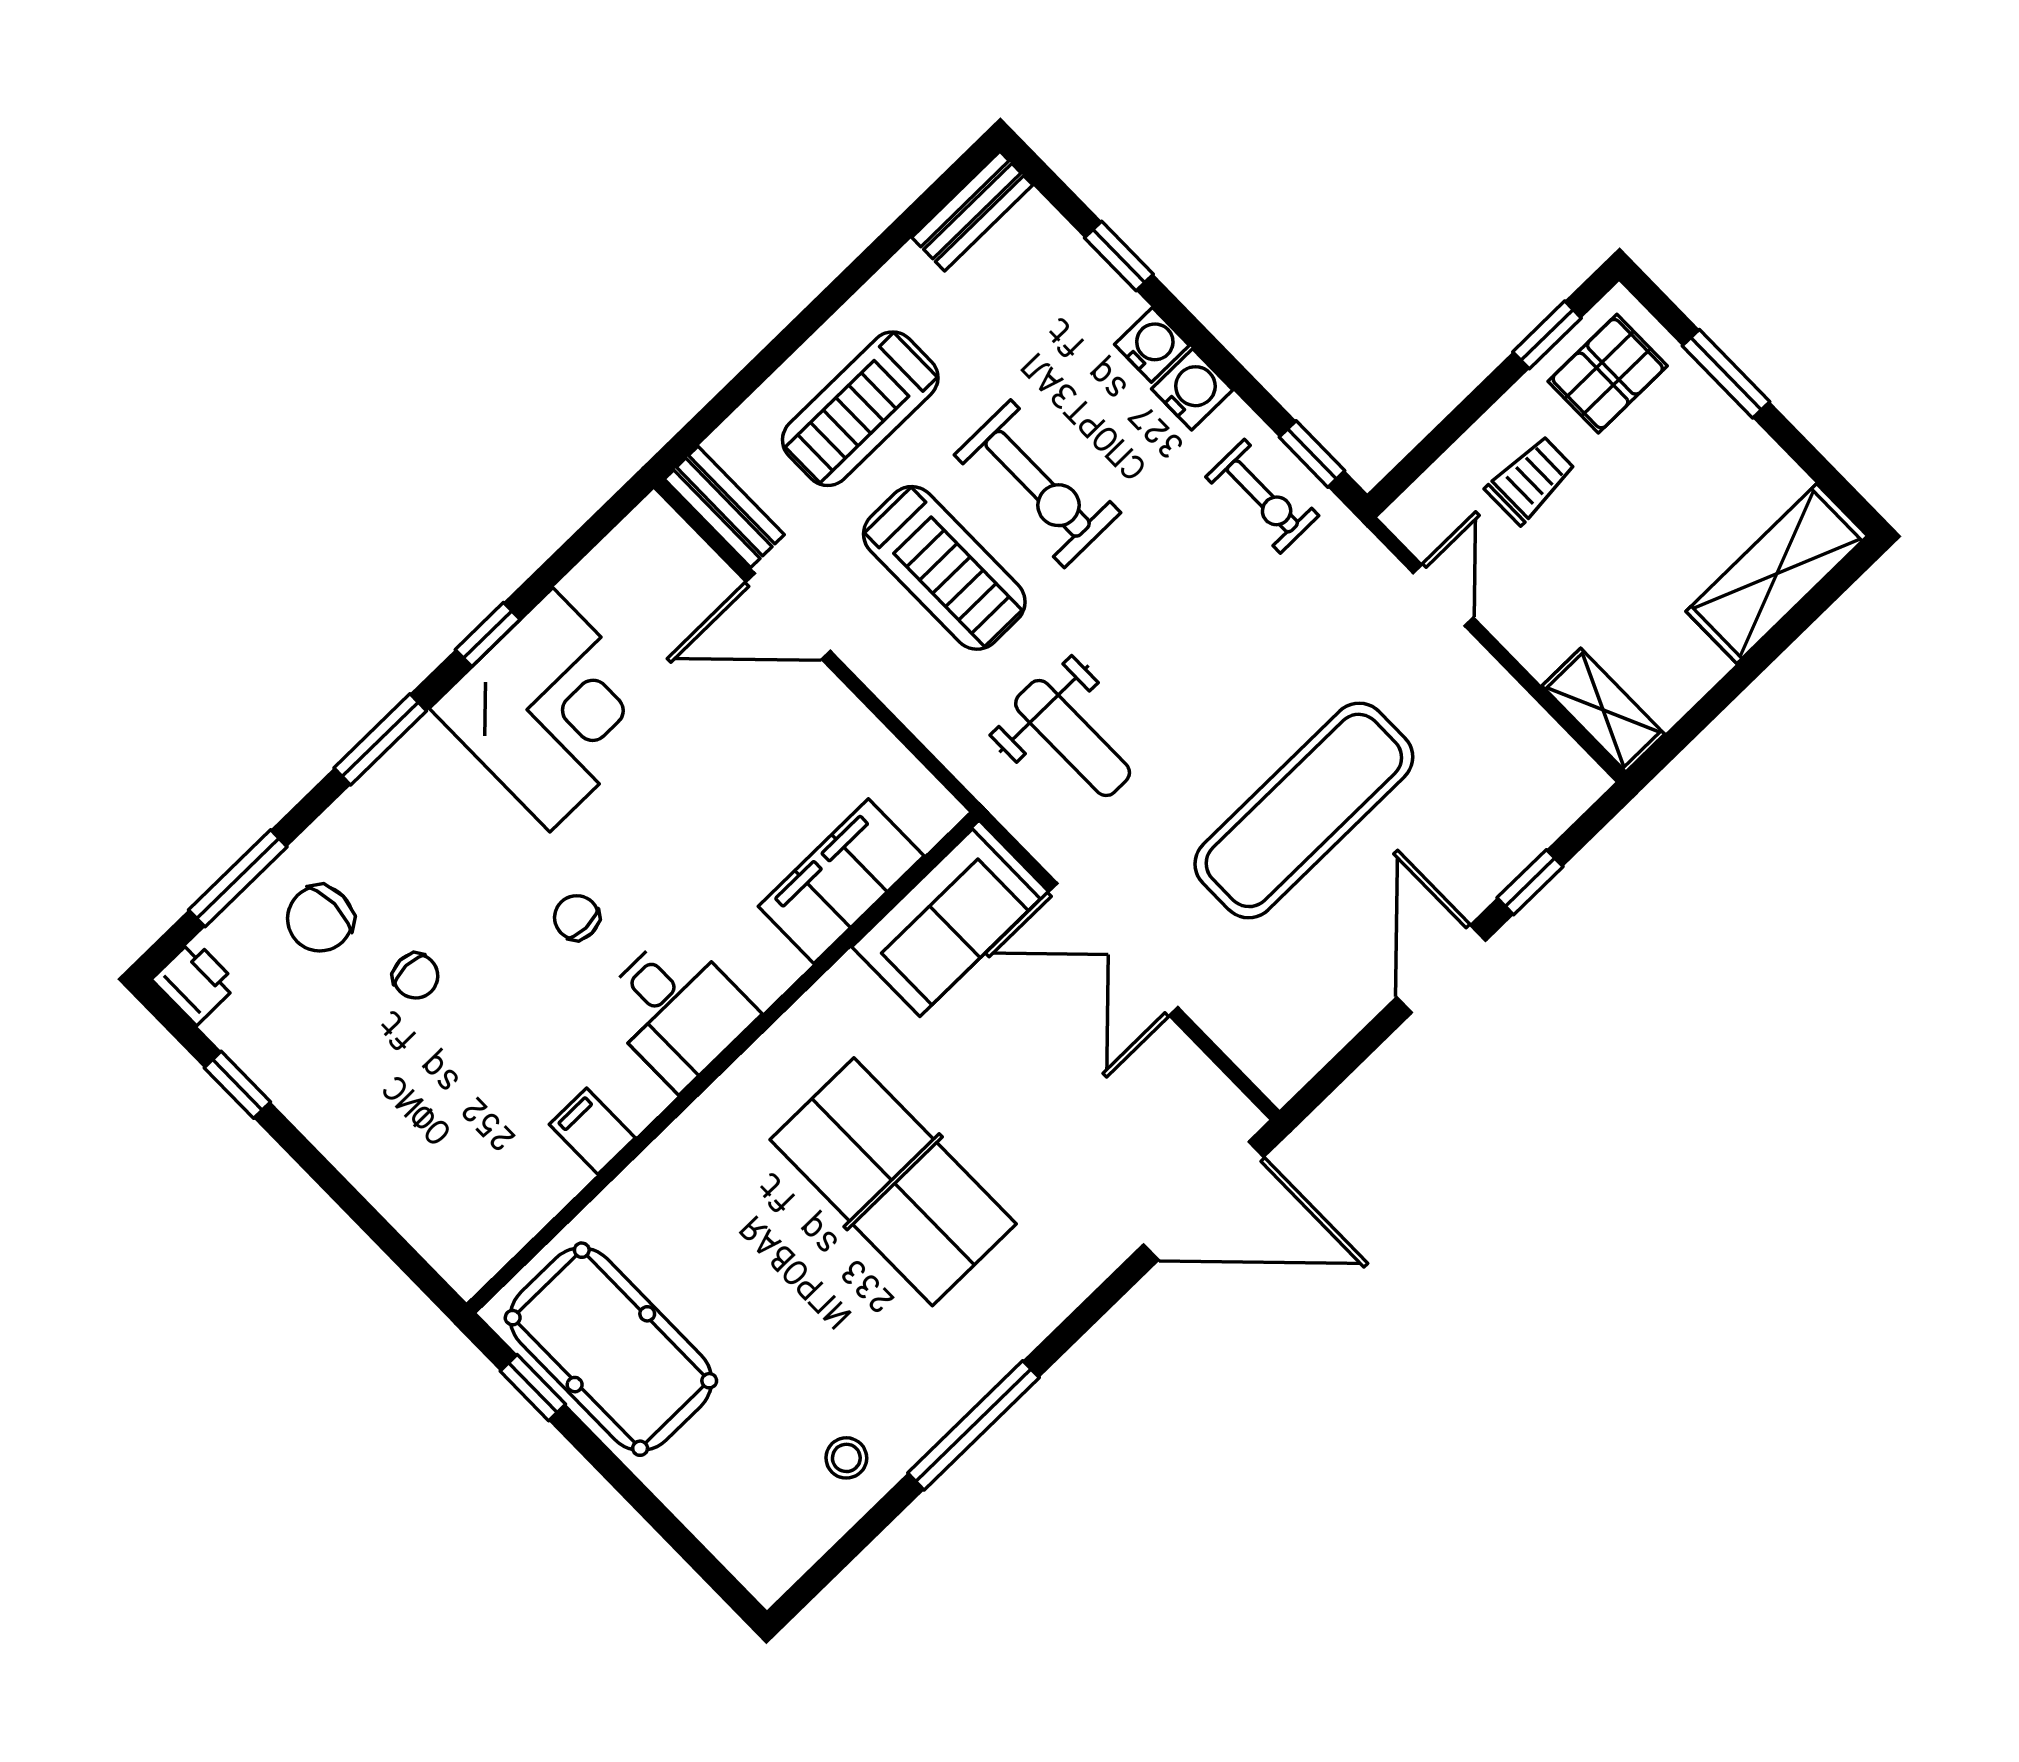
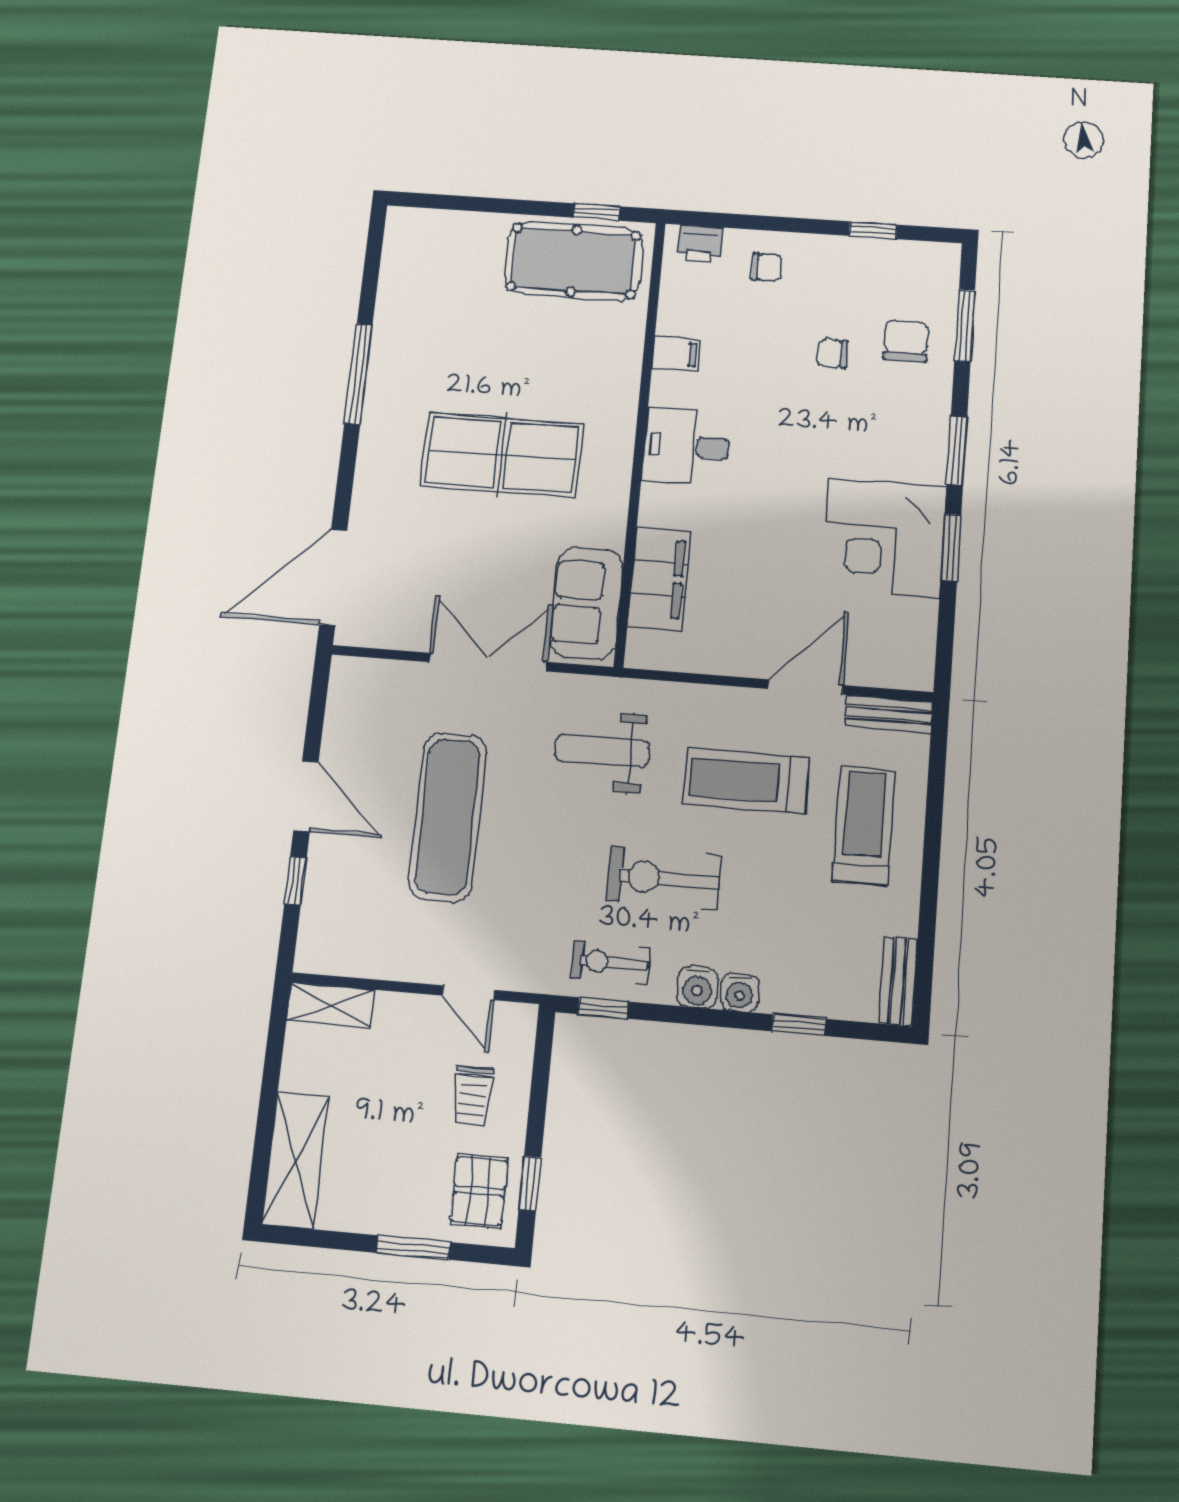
exercise bike: (1038, 484) -> (664, 878), moved
window: (488, 635) -> (951, 547), width x1.50
chair: (577, 918) -> (766, 267), moved
printer: (195, 982) -> (700, 244), moved
stool: (846, 1458) -> (410, 307), removed

